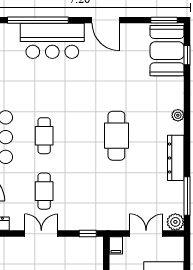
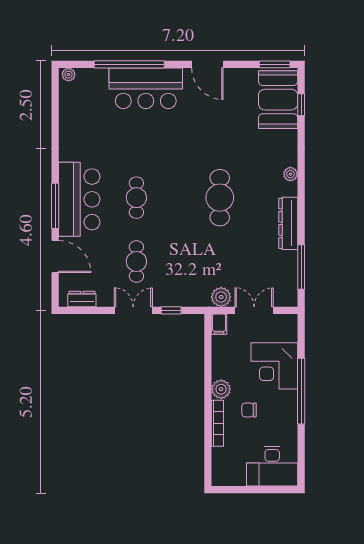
plant: (175, 222) -> (221, 297), moved
window: (88, 234) -> (171, 310), moved

